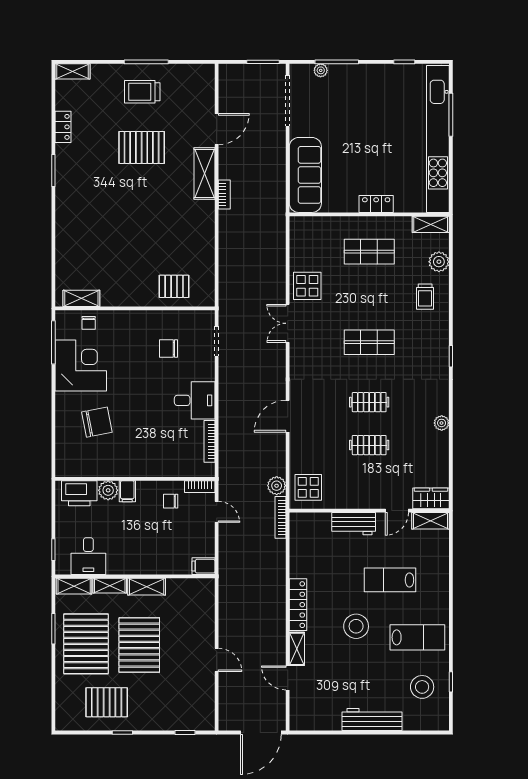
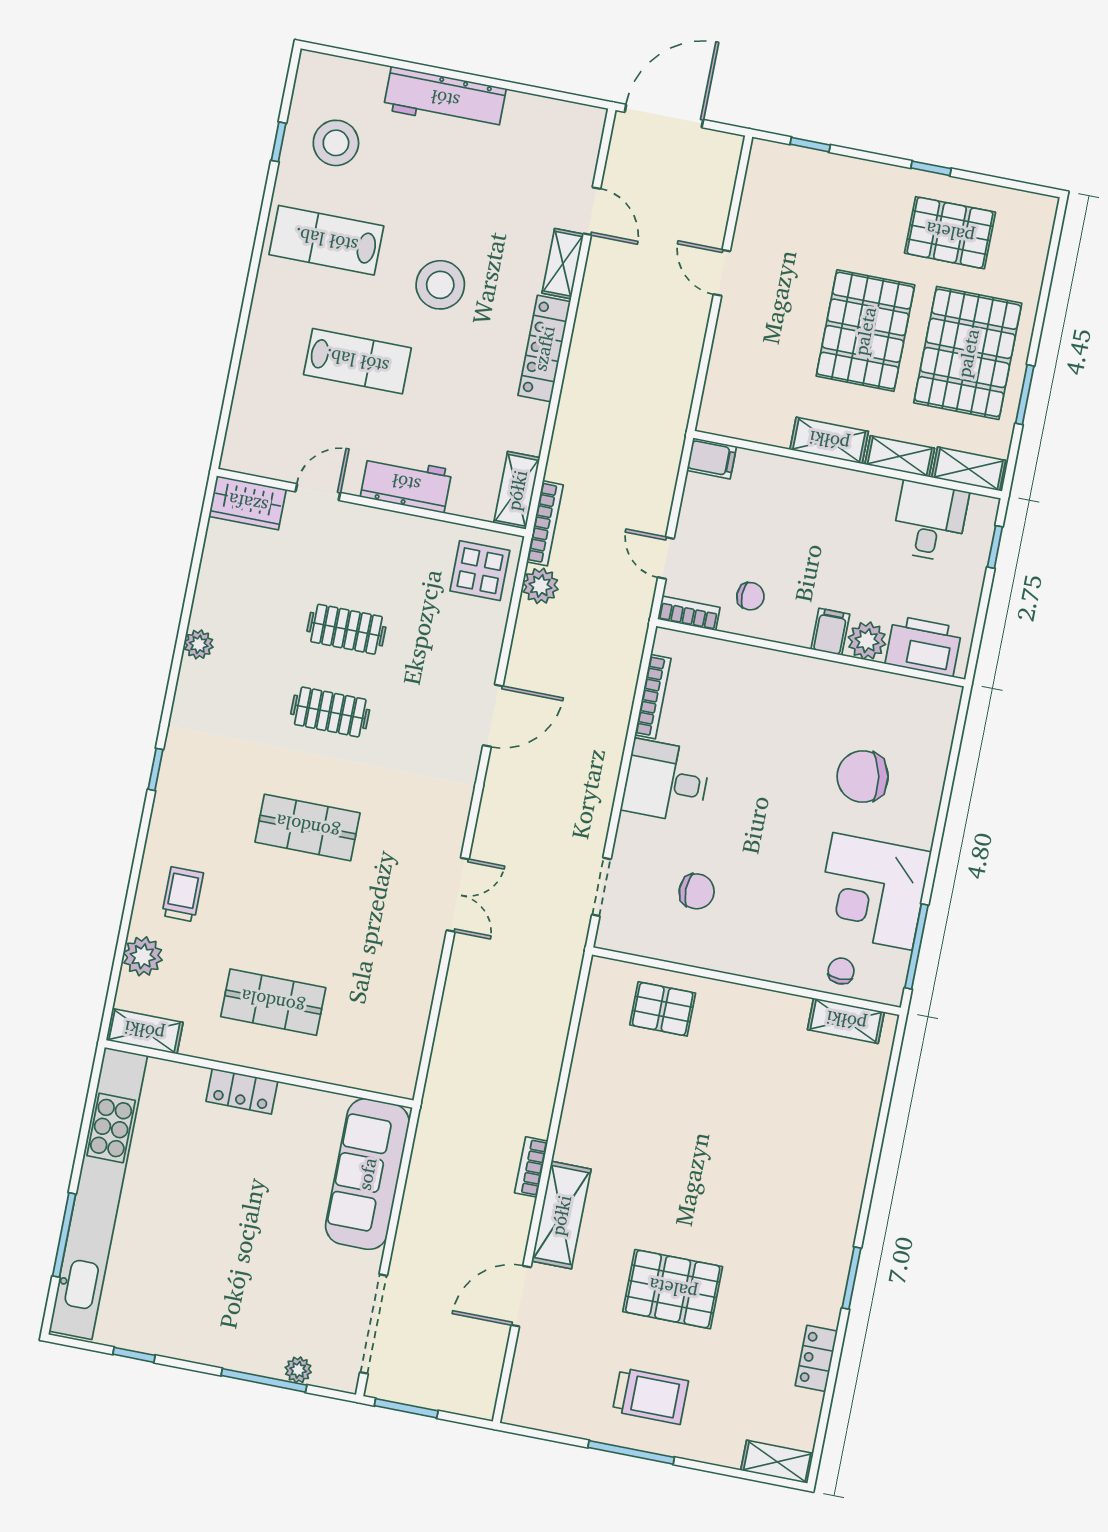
display table: (307, 286) -> (406, 960), removed
shelving: (430, 521) -> (517, 490), moved, turned 90

